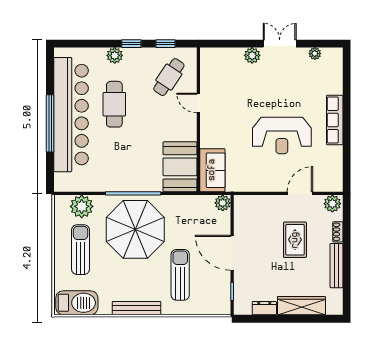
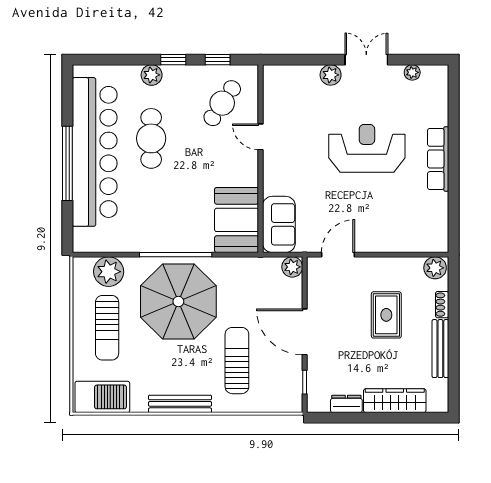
reception desk: (282, 135) -> (367, 148), moved, turned 180
door: (300, 193) -> (338, 255), moved
sun lounger: (81, 250) -> (107, 328), turned 180

